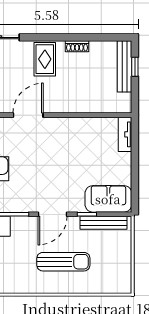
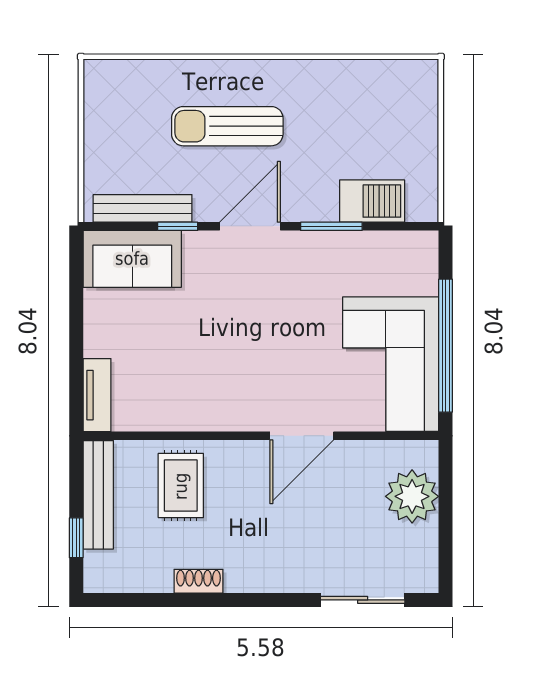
rug: (45, 59) -> (181, 486), moved
bench: (124, 66) -> (98, 495), moved

